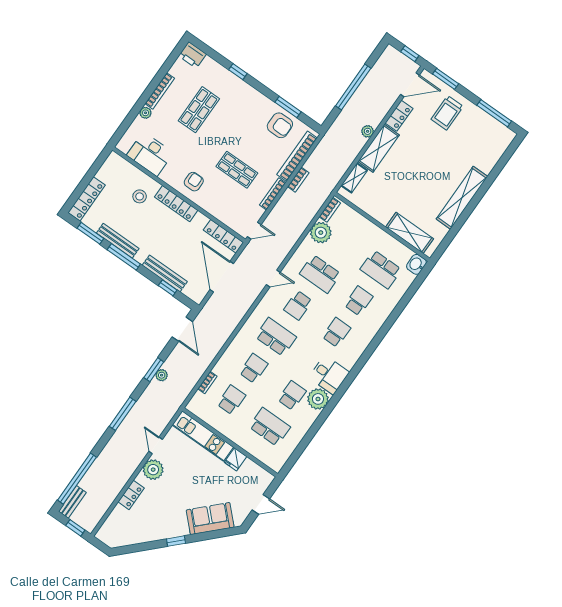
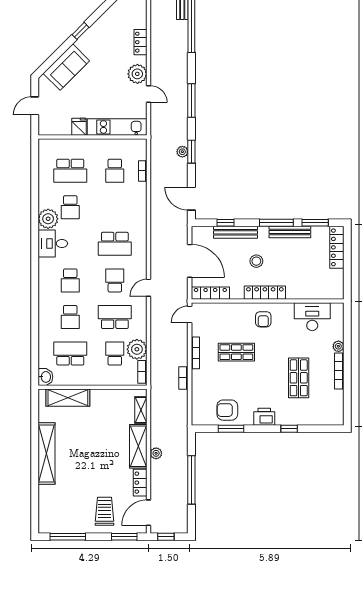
printer: (192, 55) -> (264, 417), moved
bookcase: (297, 156) -> (197, 395), removed
stool: (140, 196) -> (256, 261), moved
school desk: (254, 368) -> (115, 354), moved, turned 180

